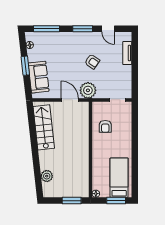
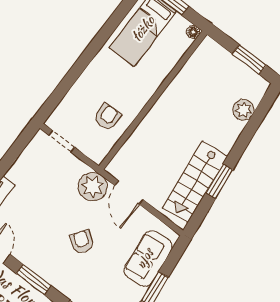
armchair: (92, 62) -> (82, 242), moved
window: (33, 136) -> (219, 181), added
window: (72, 201) -> (249, 60), moved

